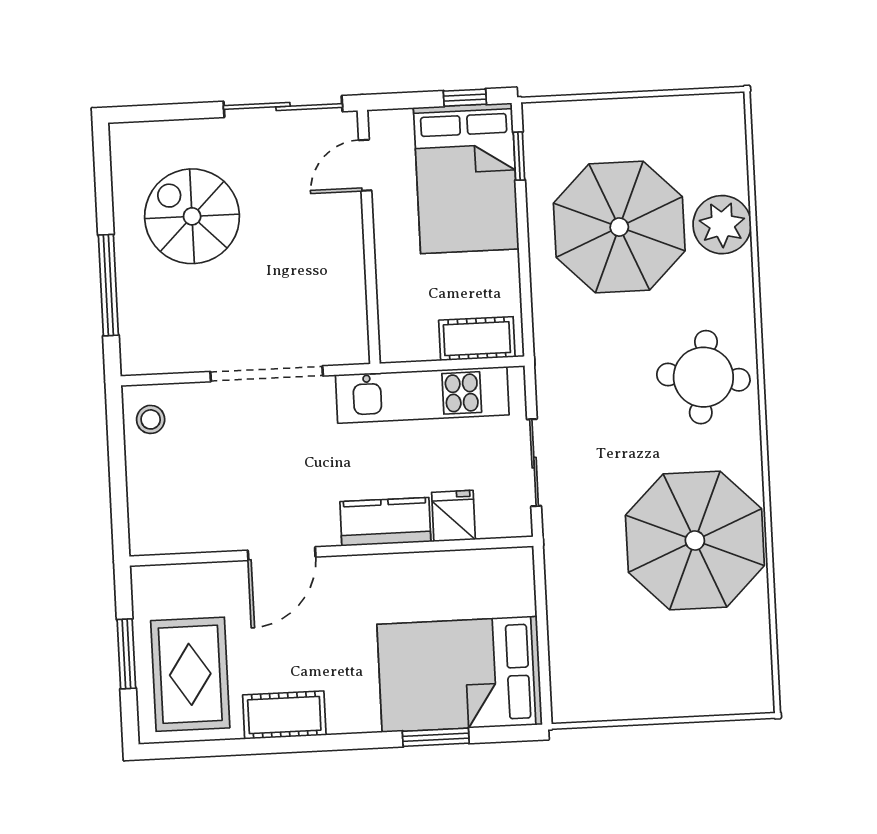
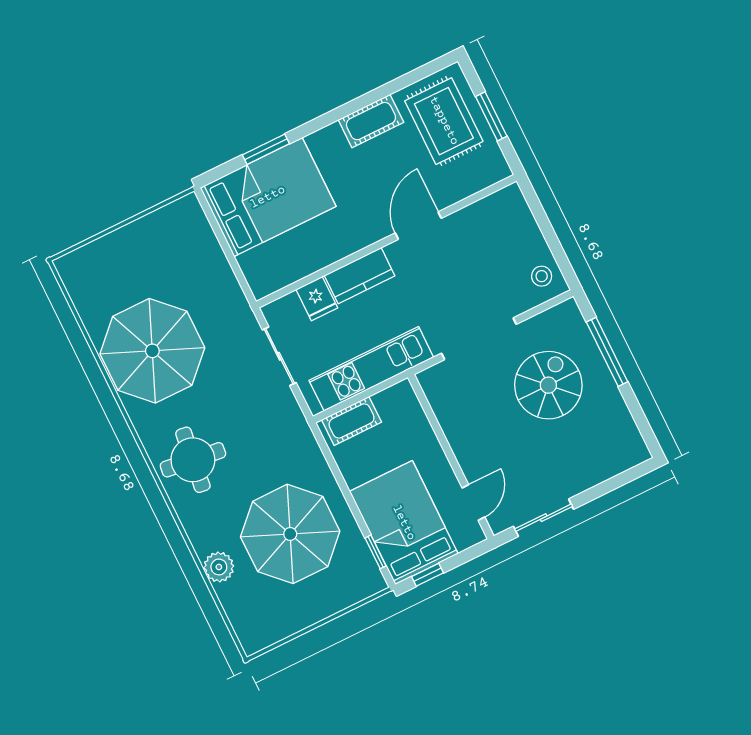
sliding door: (283, 107) -> (544, 518), width x0.73
spiral stairs: (192, 216) -> (548, 385), moved, turned -90
plant: (722, 225) -> (219, 567), width x0.73, depth x0.73

